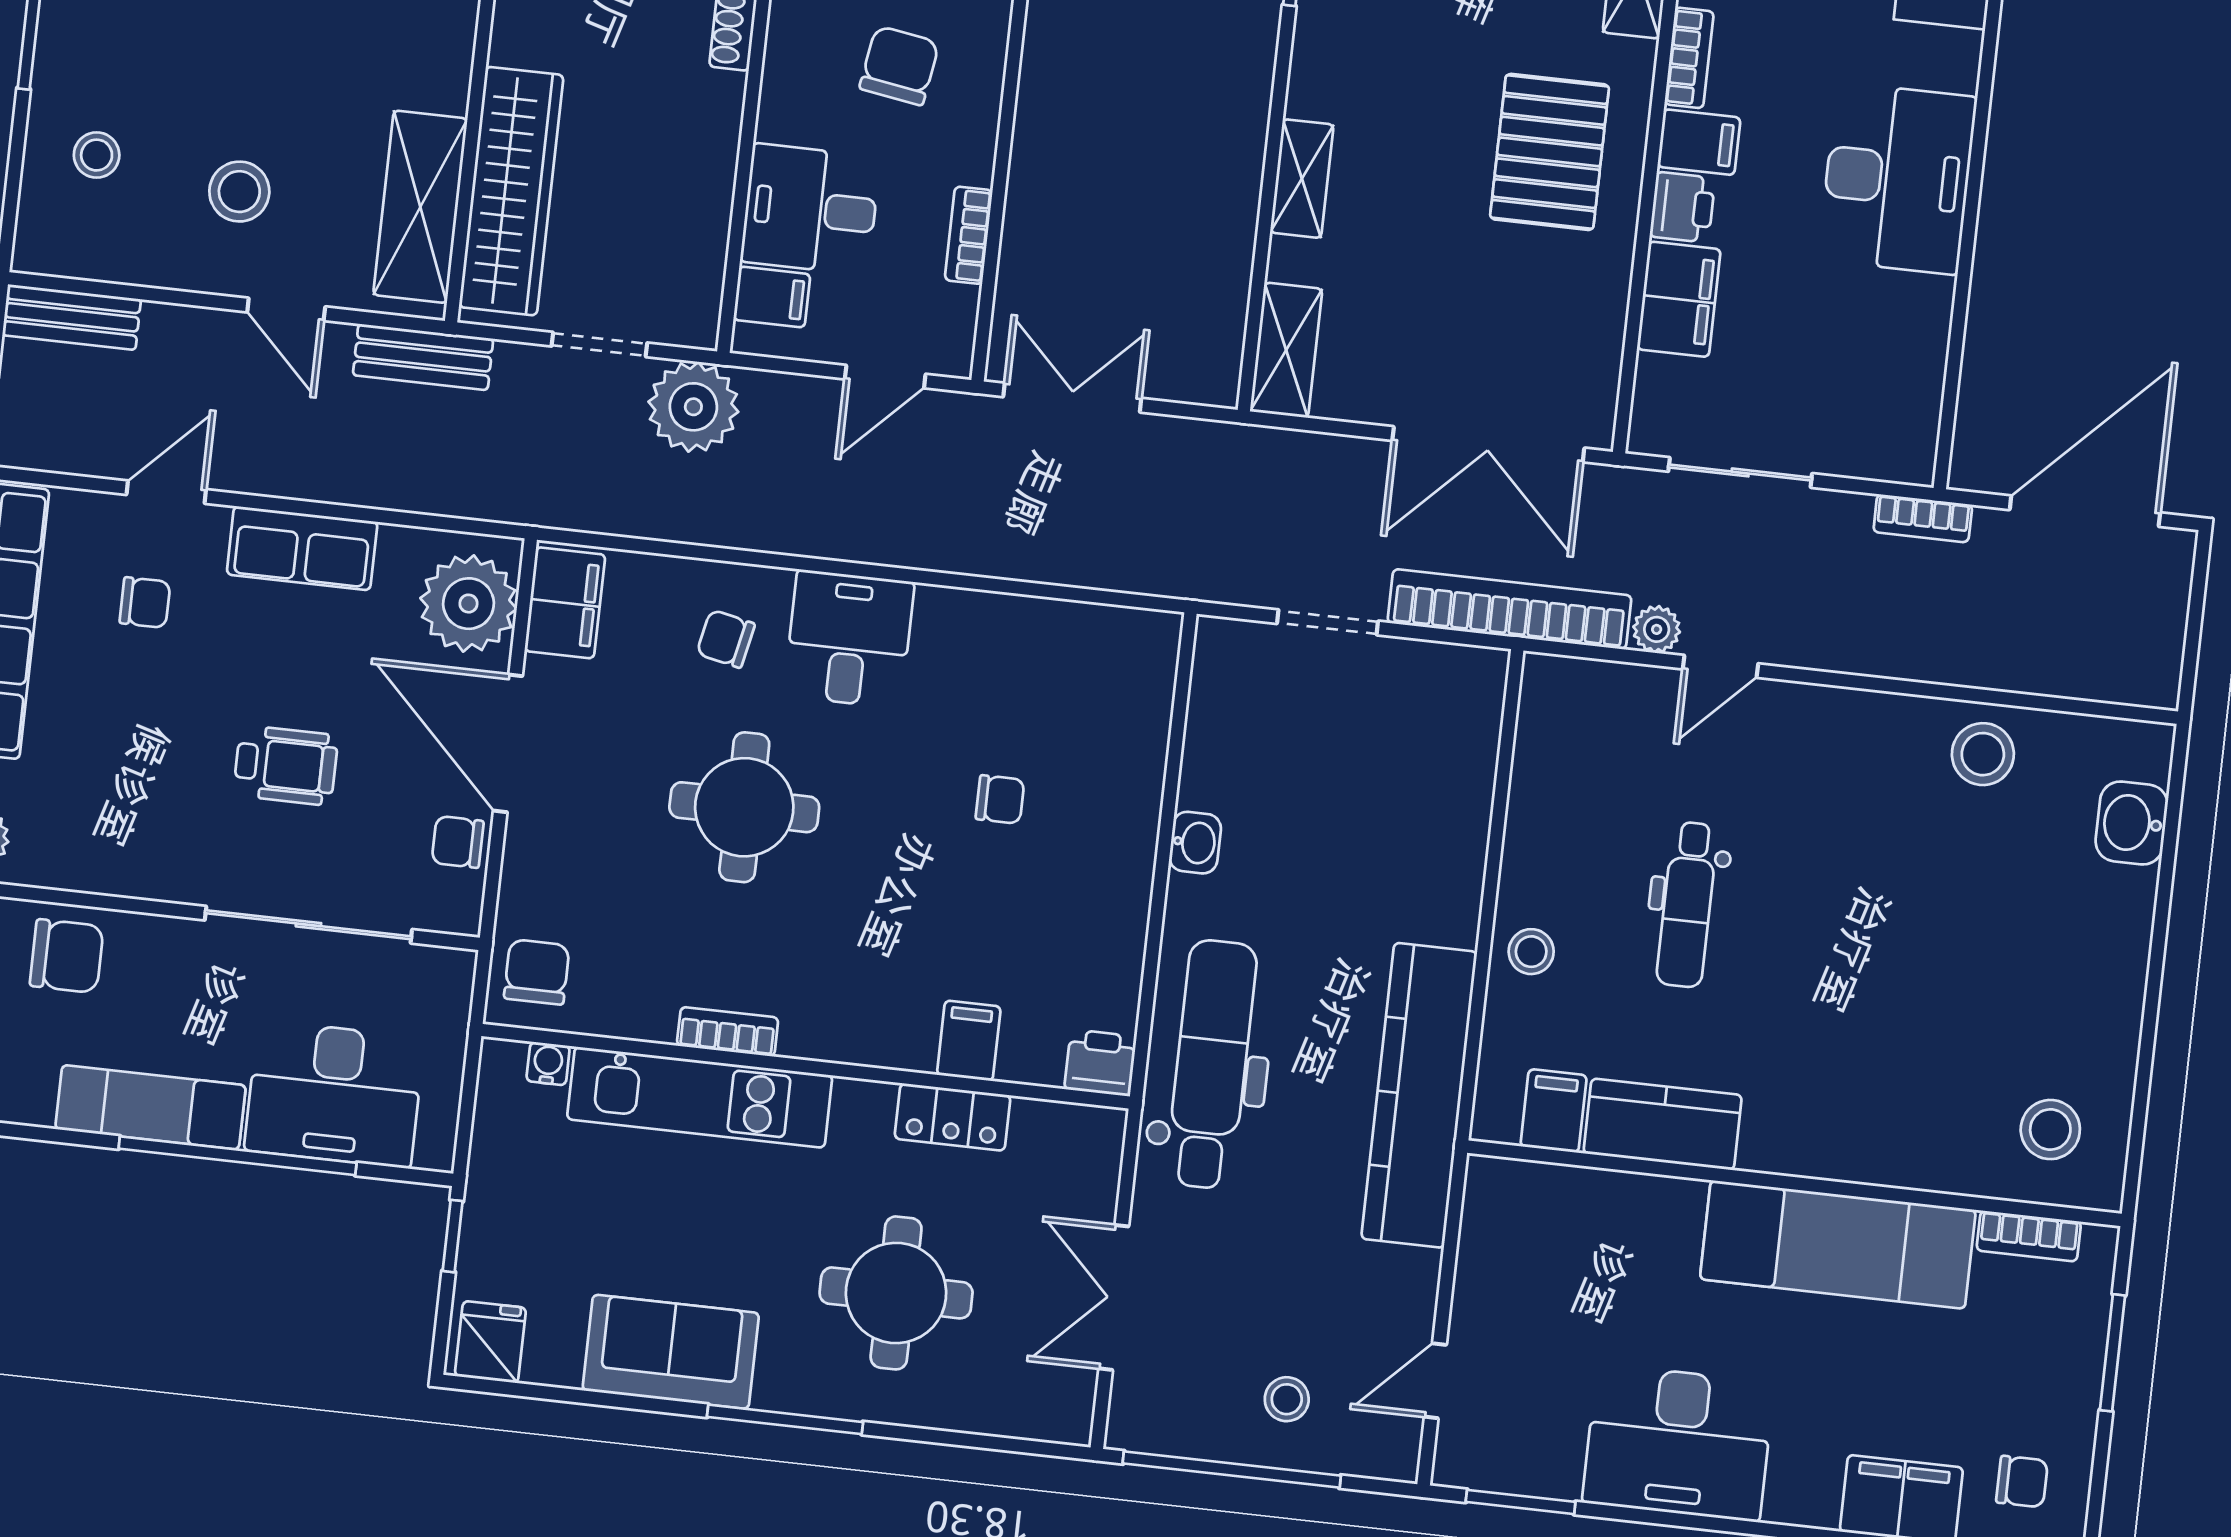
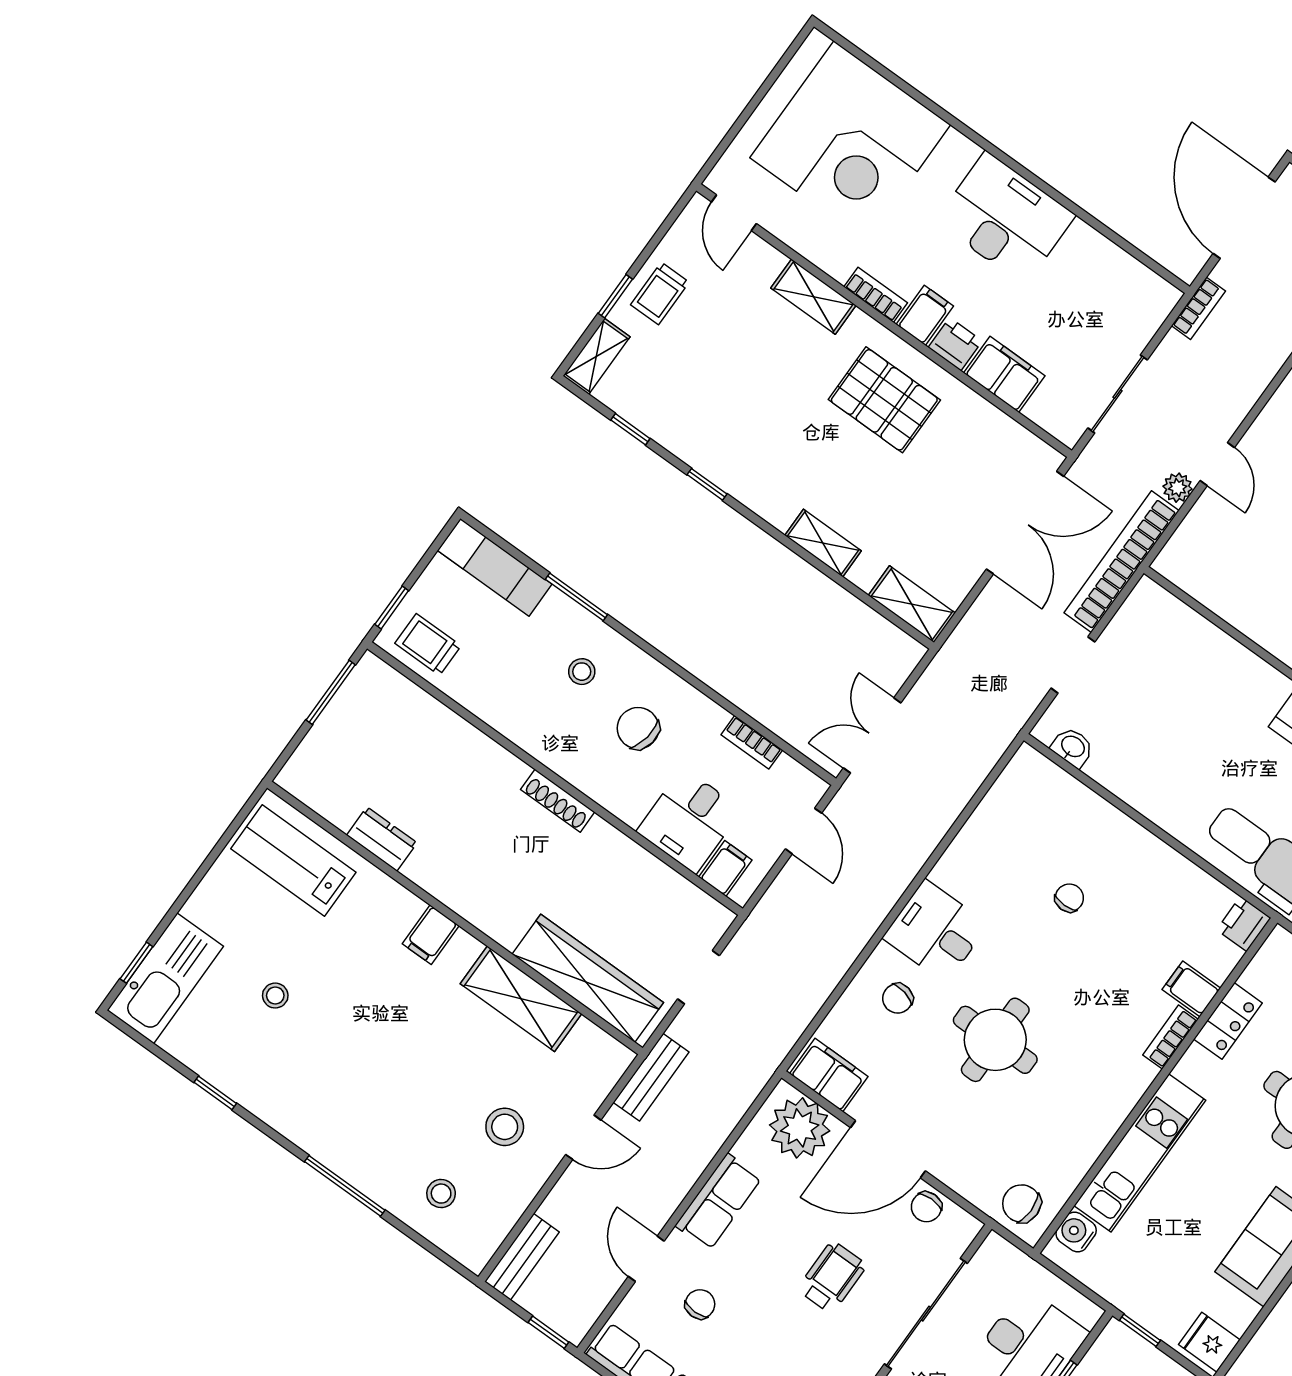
shelving: (420, 207) -> (521, 999), moved
plant: (693, 407) -> (761, 945), removed
washbasin: (1195, 843) -> (1072, 747), moved
bookcase: (728, 1032) -> (1170, 1037), moved
water cooler: (548, 1064) -> (1076, 1232), width x1.38, depth x1.38

